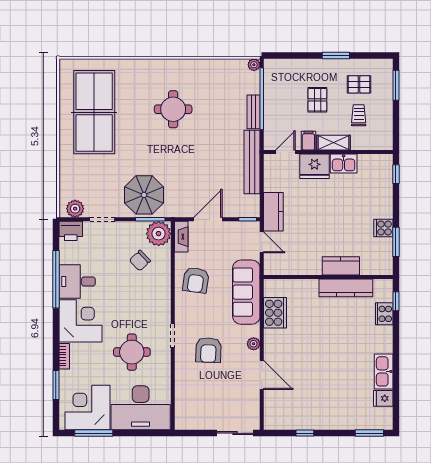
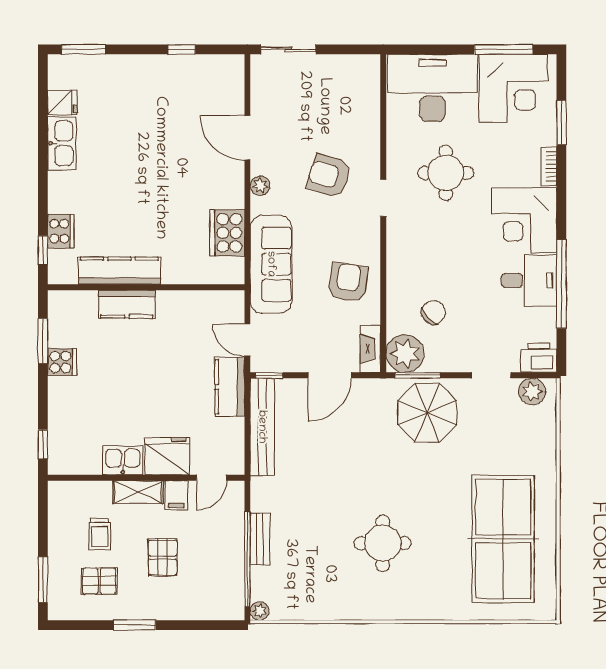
bench: (252, 162) -> (262, 427), moved
armchair: (208, 350) -> (329, 176), turned -75

